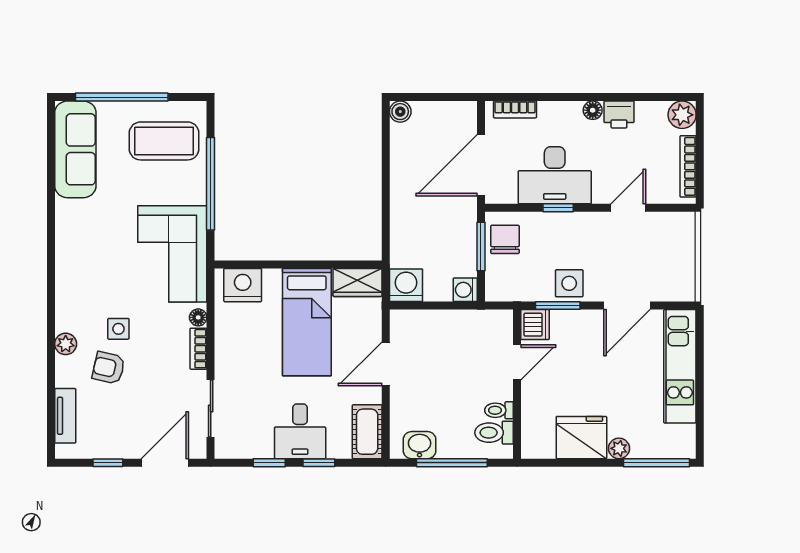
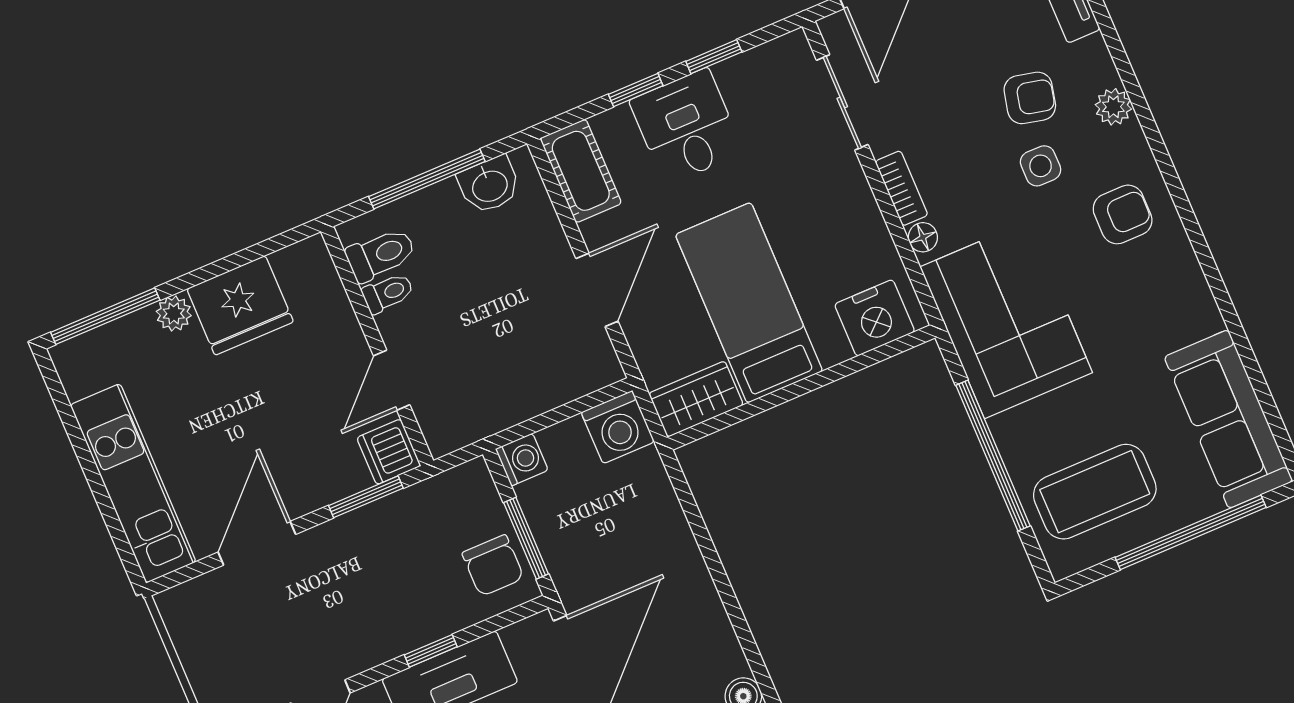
side table: (569, 283) -> (363, 540), removed
armchair: (85, 284) -> (1123, 214), added

